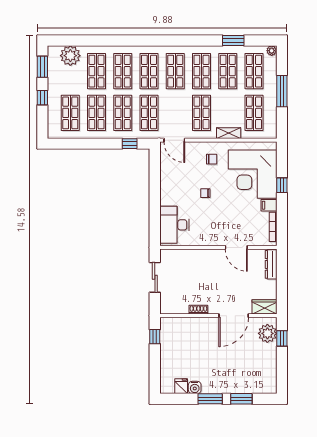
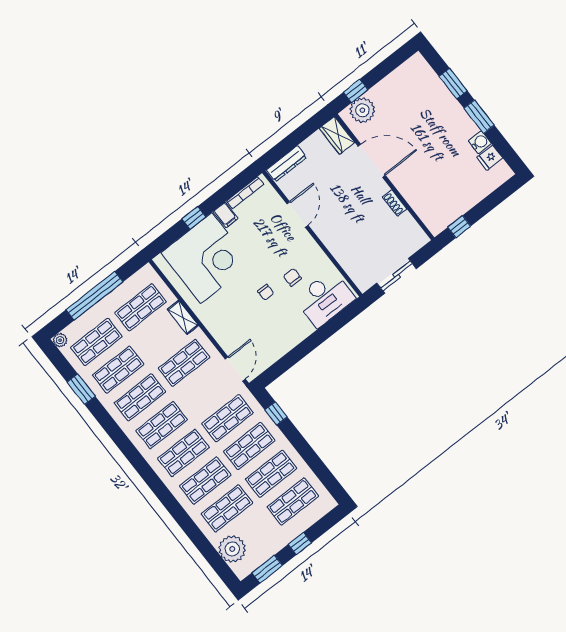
window: (282, 91) -> (94, 296), width x1.46
chair: (212, 159) -> (292, 277), moved

